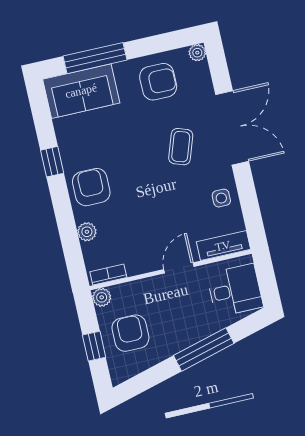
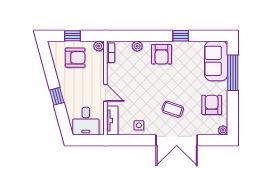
armchair: (158, 82) -> (212, 105), turned 180
armchair: (91, 187) -> (161, 54), turned 90
window: (204, 349) -> (57, 96), width x0.46

